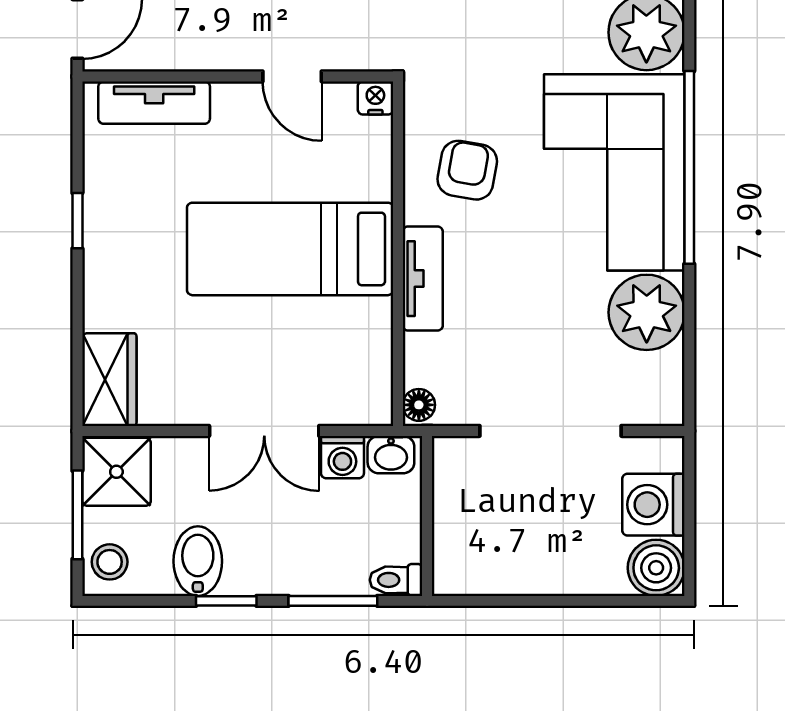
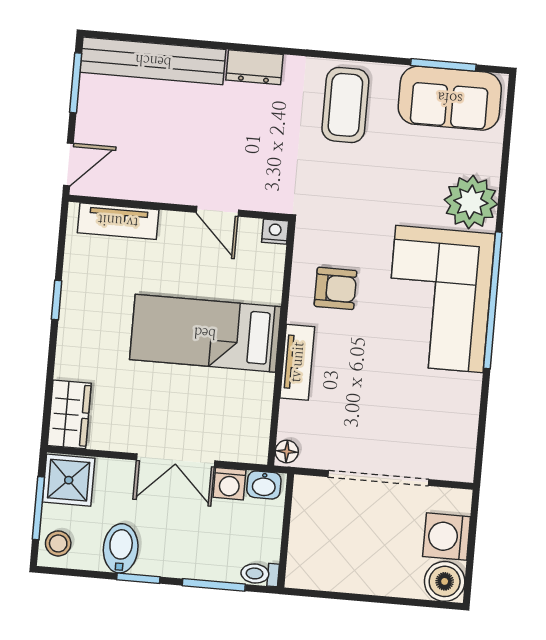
armchair: (467, 170) -> (336, 288), turned 80
plant: (647, 312) -> (454, 400), removed

